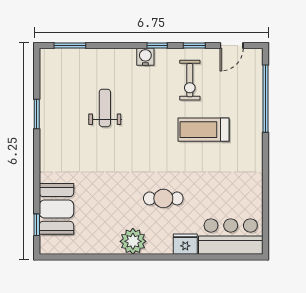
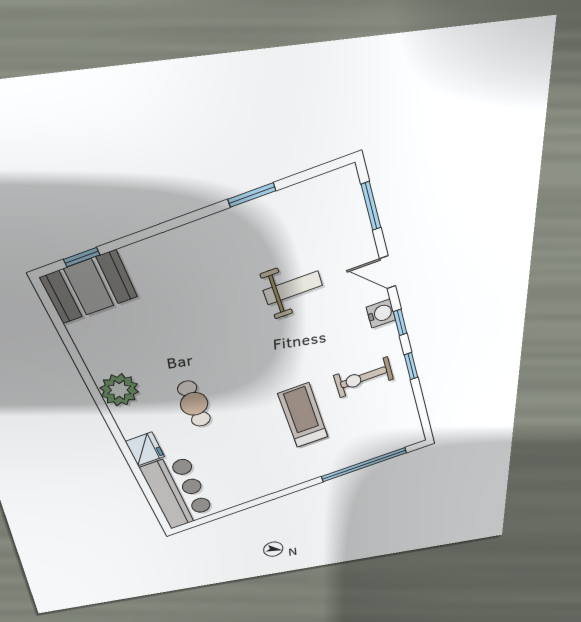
door: (232, 46) -> (388, 272), moved
booth: (56, 209) -> (89, 287), moved

